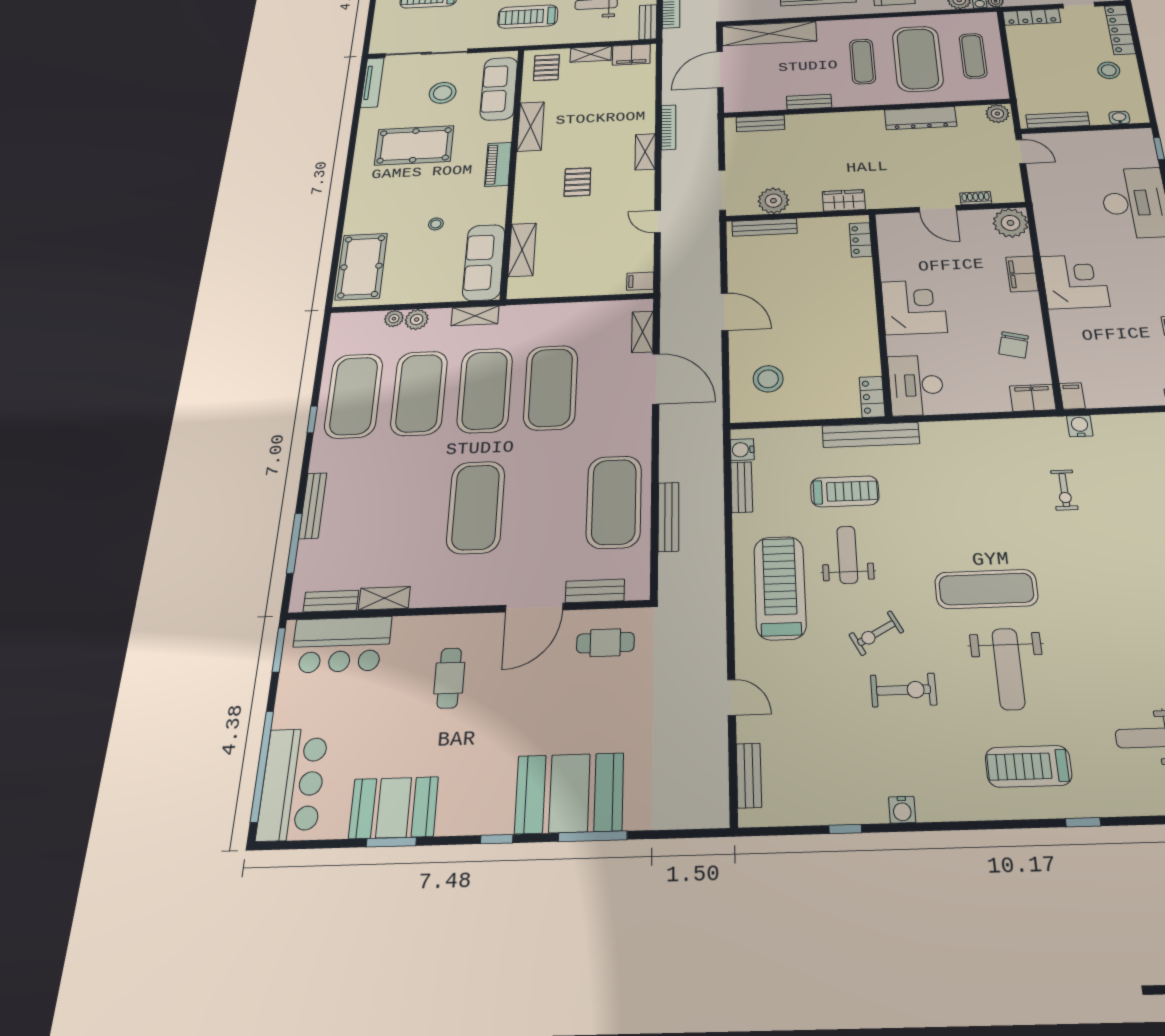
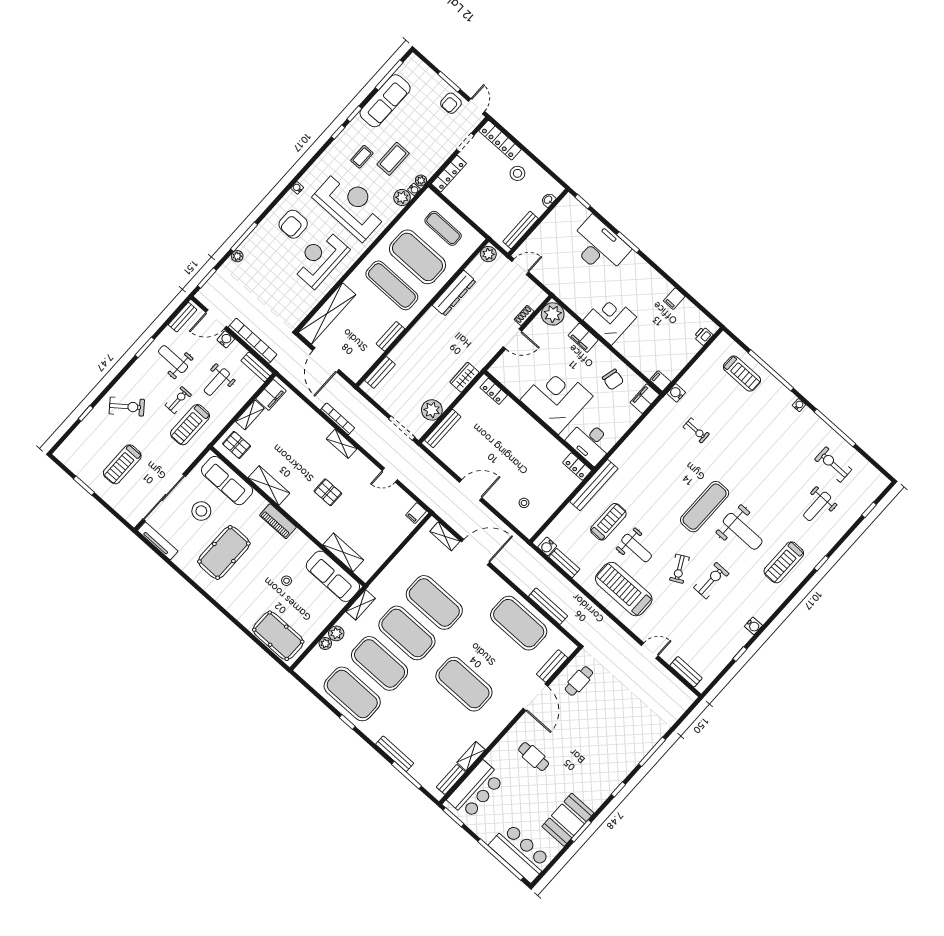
exercise mat: (863, 62) -> (392, 285), width x1.36, depth x1.45
corner desk: (914, 307) -> (556, 398), width x1.36, depth x1.36
stool: (768, 379) -> (524, 503), width x0.53, depth x0.53
weight bench: (847, 555) -> (637, 548), turned 180
booth: (570, 793) -> (627, 747), removed

